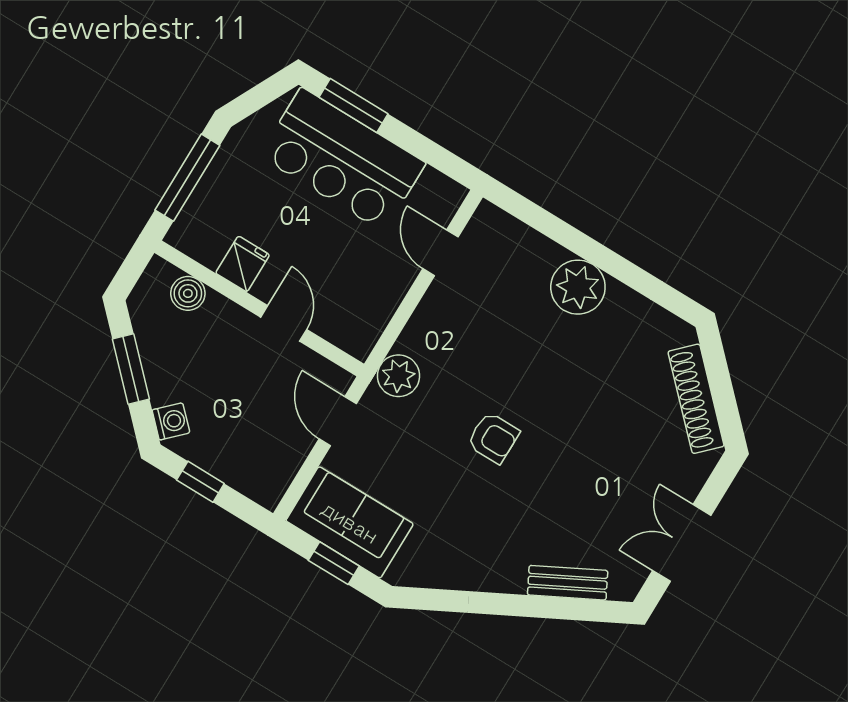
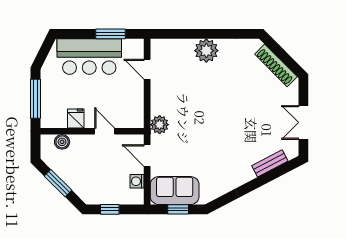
window: (353, 106) -> (110, 34), moved
washing machine: (171, 421) -> (137, 181), moved, turned -135
armchair: (493, 438) -> (209, 126), removed

